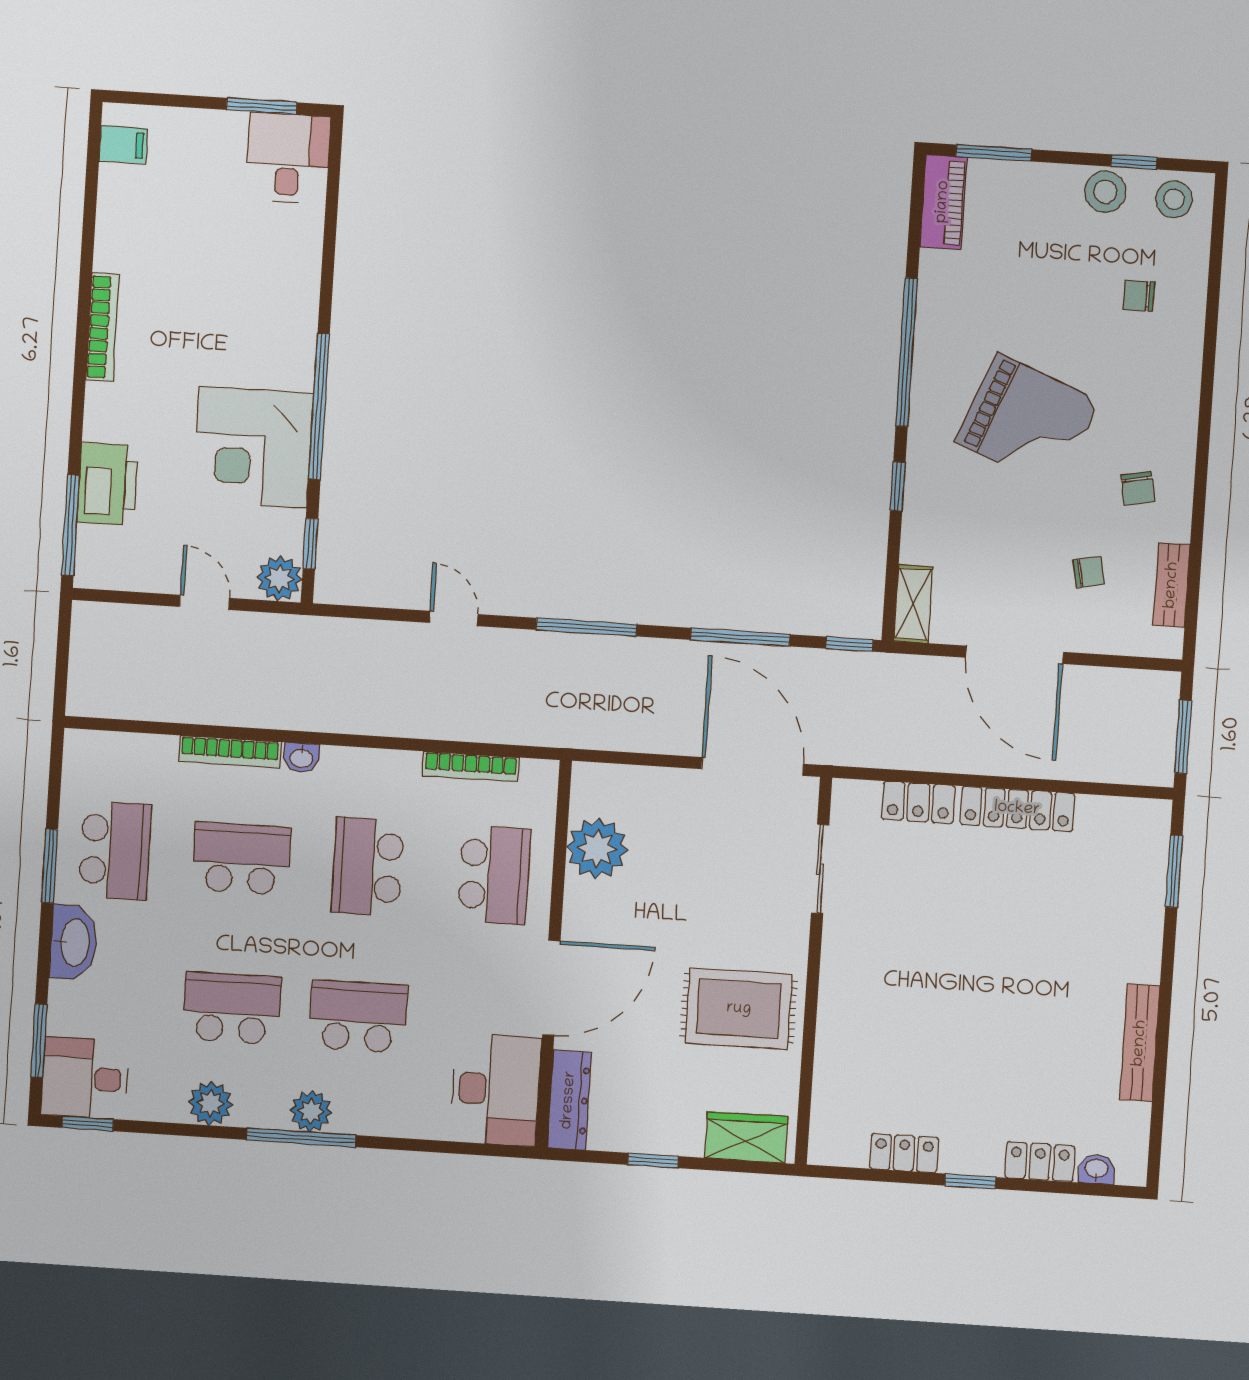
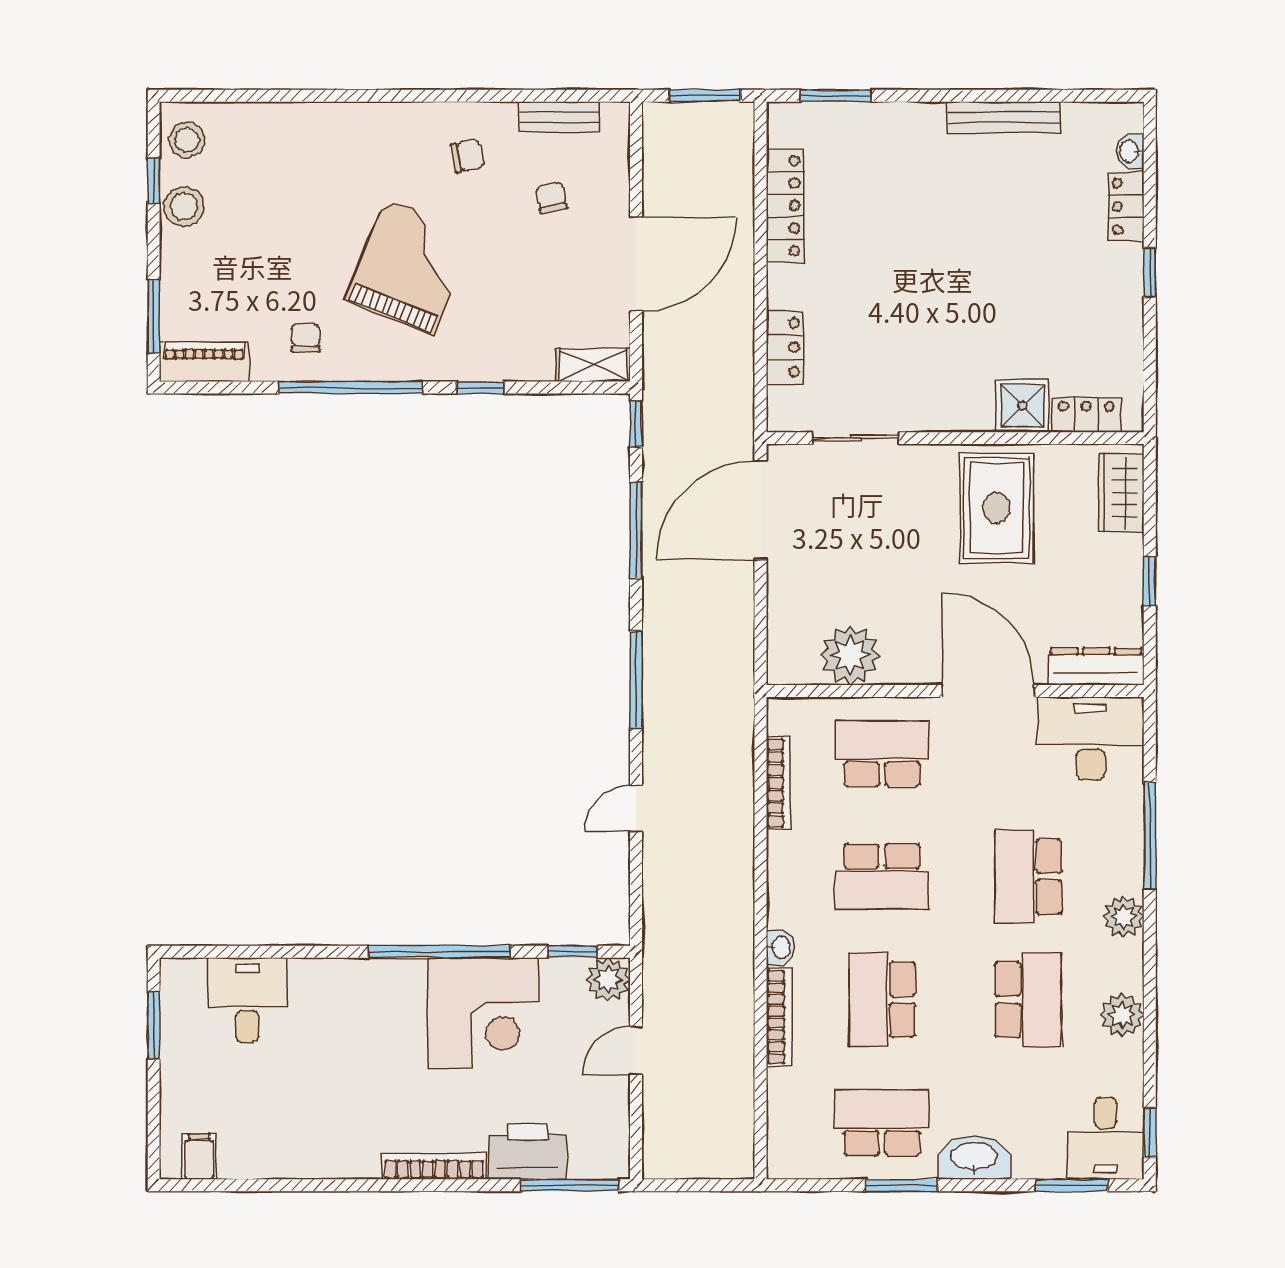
desk: (288, 158) -> (247, 1000), moved, turned 90
chair: (1139, 296) -> (306, 338), moved, turned 180
bookcase: (102, 327) -> (434, 1166), moved
locker: (1017, 809) -> (785, 206), moved
school desk: (232, 1008) -> (1028, 1000), turned 180
shower: (842, 1042) -> (1022, 406), added
window: (301, 1137) -> (1150, 836), moved
locker: (904, 1153) -> (1086, 415), moved, turned 90

